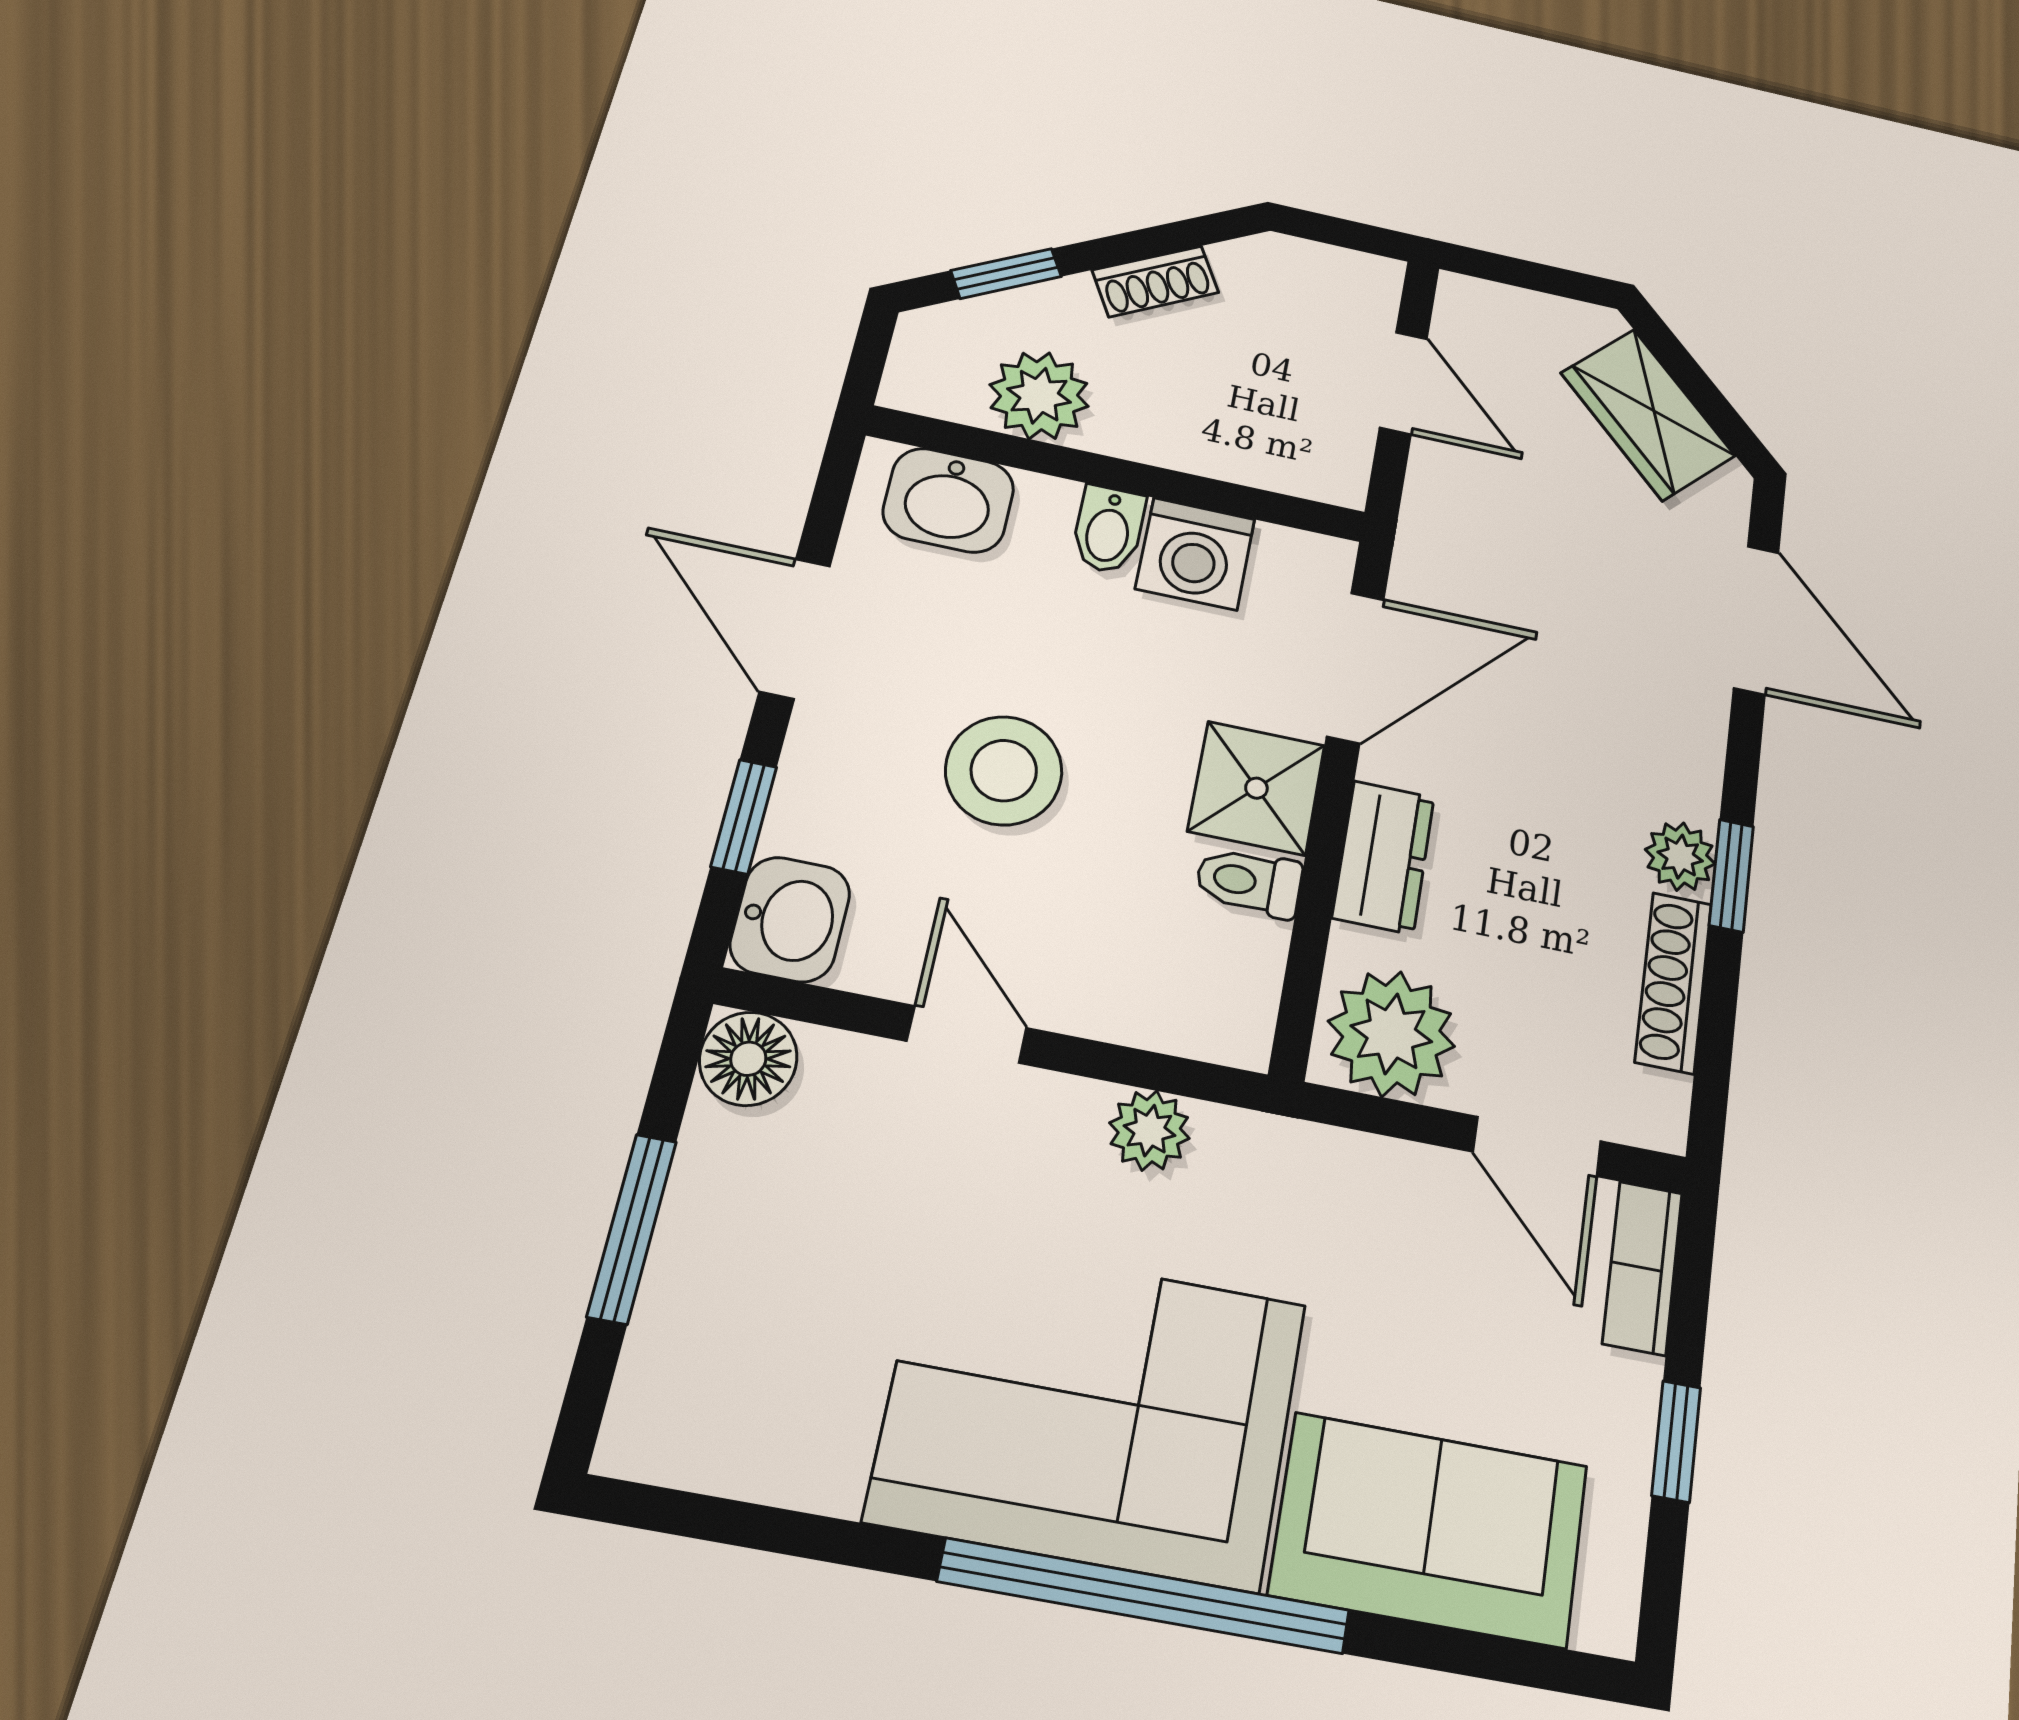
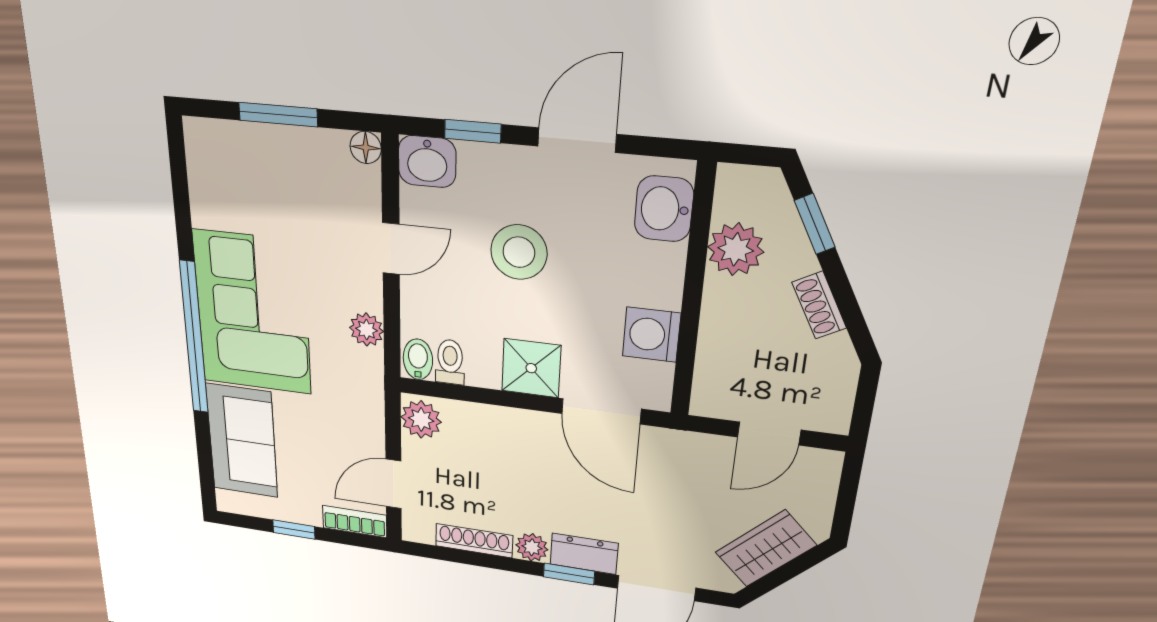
bidet: (1108, 530) -> (418, 359), moved, turned 90
dresser: (1383, 857) -> (584, 554), moved, turned 180
window: (1731, 876) -> (569, 574), moved
toilet: (1249, 882) -> (450, 362), moved
plant: (1391, 1034) -> (421, 419), width x0.73, depth x0.73
floor lamp: (748, 1059) -> (366, 147), width x0.73, depth x0.73

